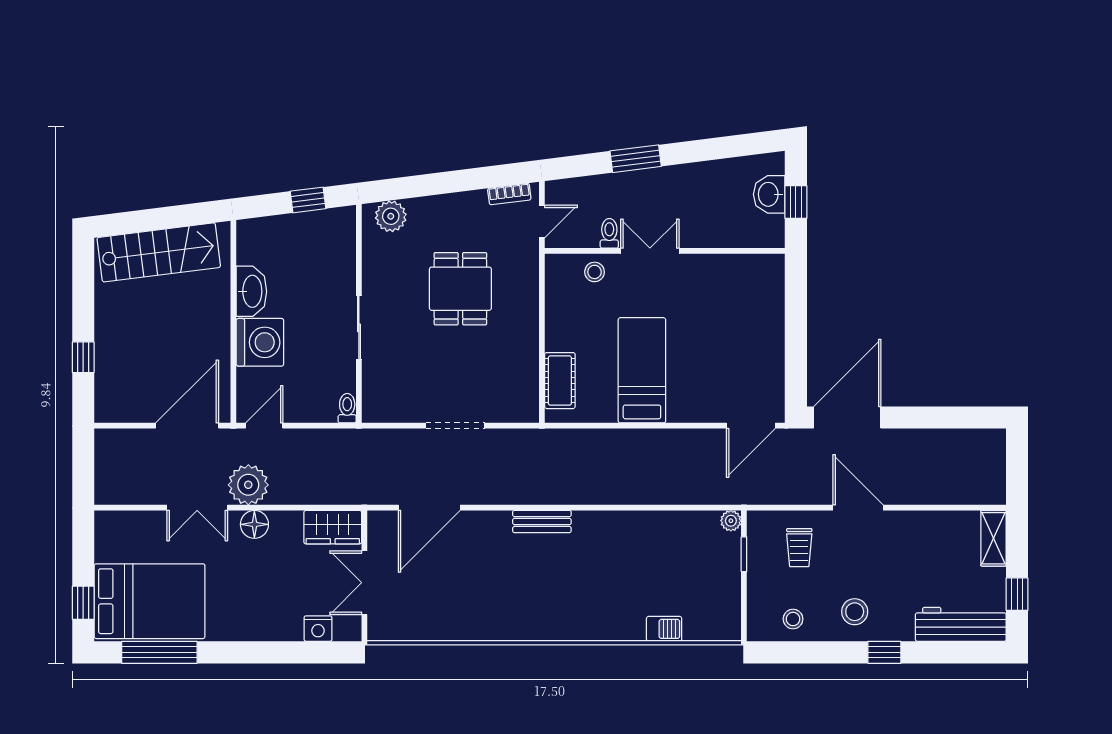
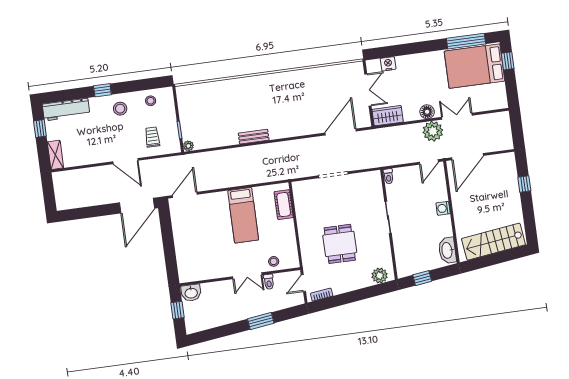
washbasin: (769, 194) -> (191, 293), moved, turned 90
washbasin: (251, 291) -> (447, 250), moved
washing machine: (260, 342) -> (443, 208), width x0.53, depth x0.53
bench: (542, 522) -> (254, 137), moved
barbecue: (664, 629) -> (215, 87), removed

